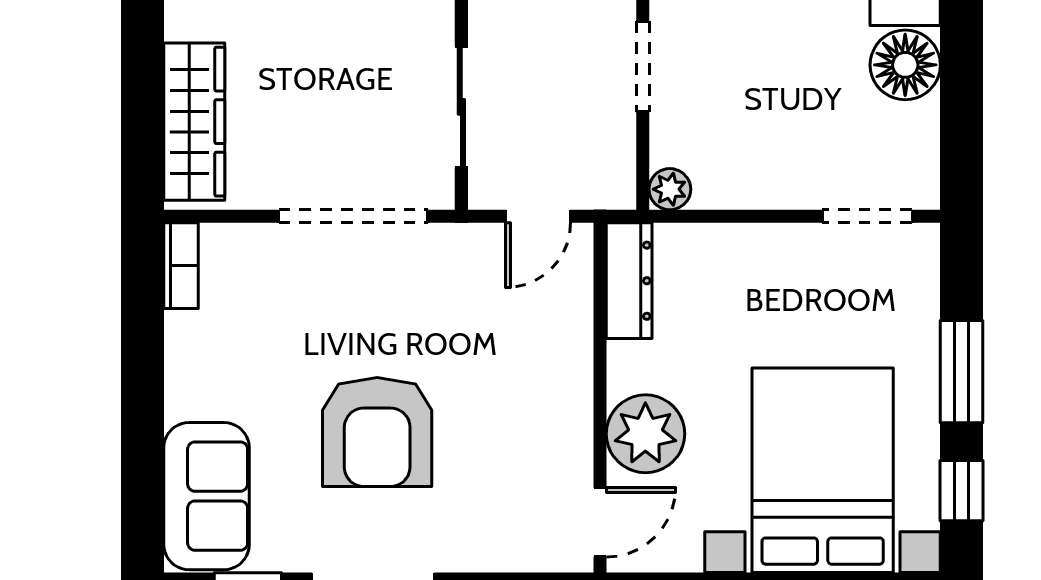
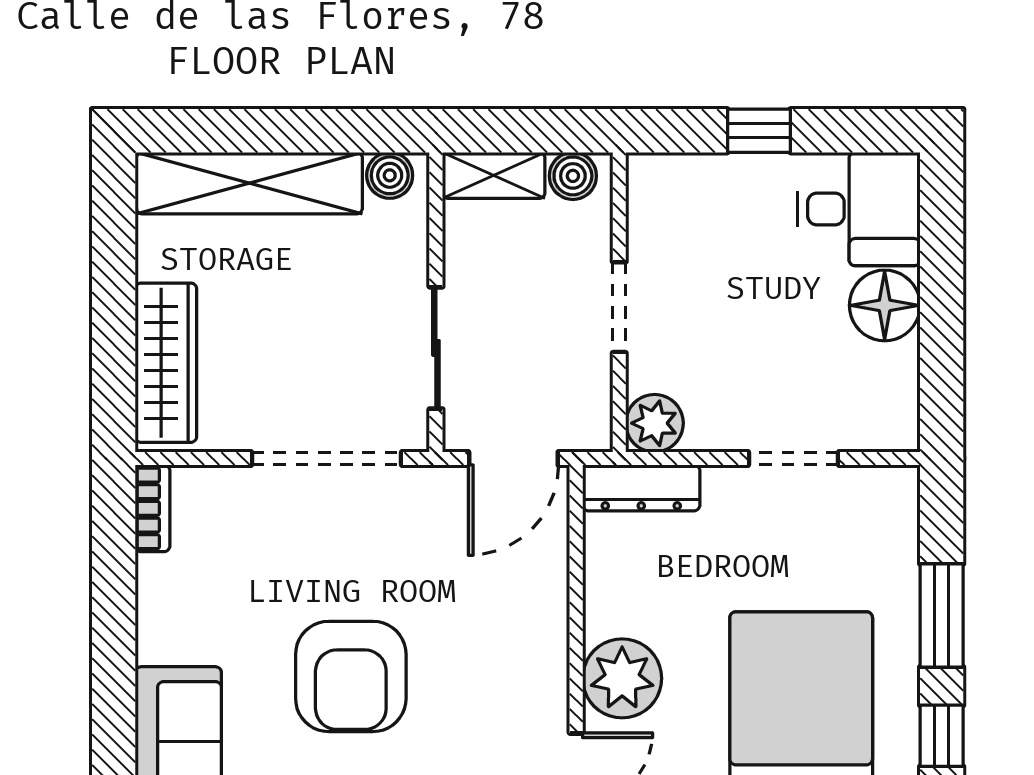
plant: (670, 189) -> (655, 423), width x1.38, depth x1.38
door: (538, 216) -> (513, 459), width x1.37
doorway: (867, 216) -> (794, 459), moved
dresser: (629, 281) -> (641, 488), moved, turned 90

